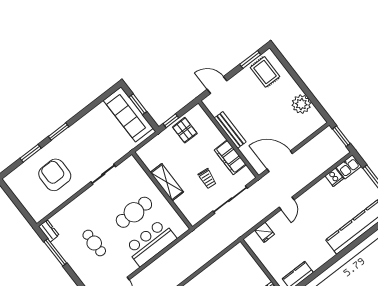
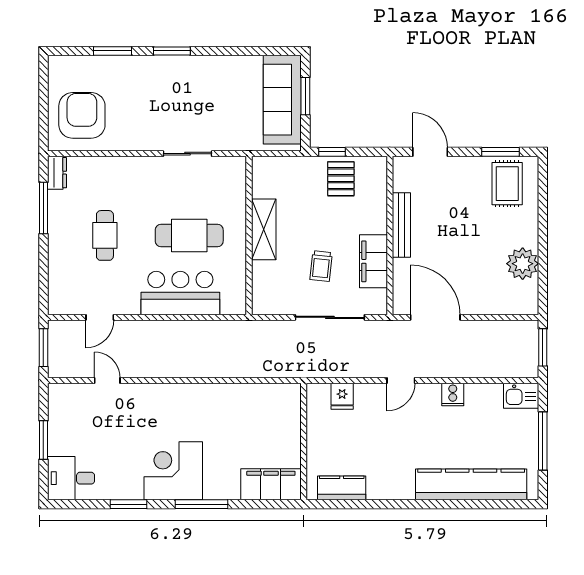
armchair: (55, 175) -> (82, 115), moved
cooker: (334, 177) -> (453, 394), moved

